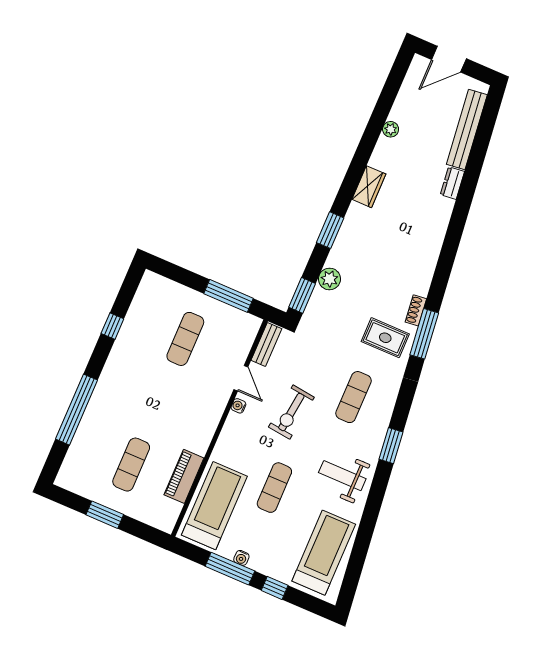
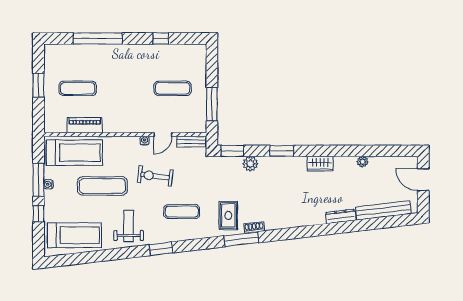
dresser: (452, 183) -> (341, 216), width x1.44
exercise mat: (274, 488) -> (102, 186), width x1.36, depth x1.45

